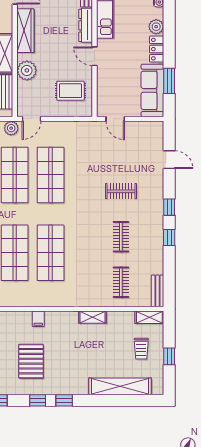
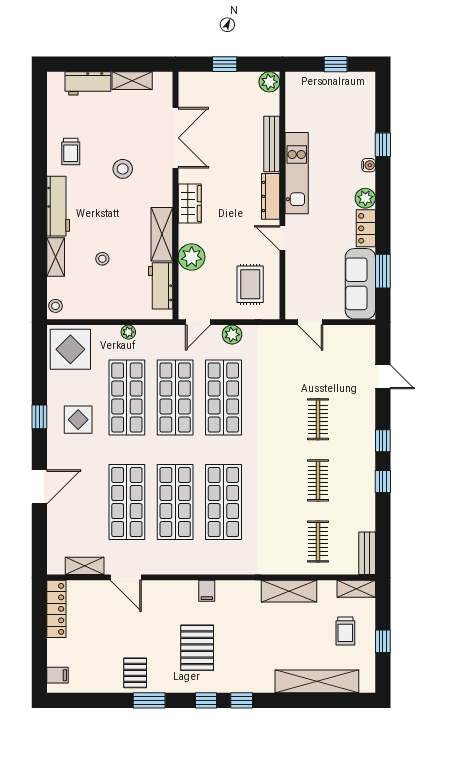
wardrobe: (25, 31) -> (190, 204), width x0.67
rug: (70, 91) -> (250, 284), turned 90
plant: (11, 128) -> (232, 335), moved
clothes rail: (121, 191) -> (318, 419), turned 90
shelving: (93, 317) -> (289, 591), width x1.50, depth x1.33

